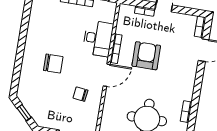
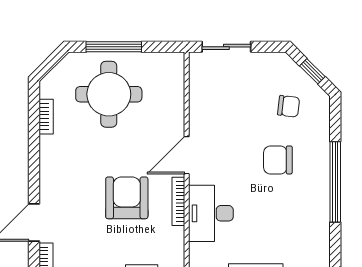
window: (21, 45) -> (335, 182), added
armchair: (146, 56) -> (127, 198), turned 180
chair: (80, 94) -> (289, 106), moved

